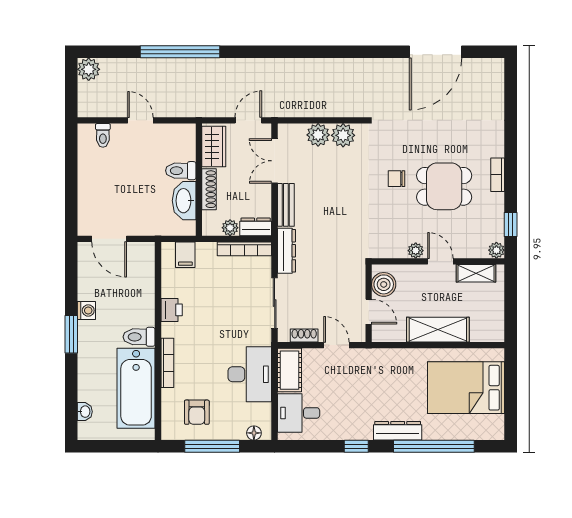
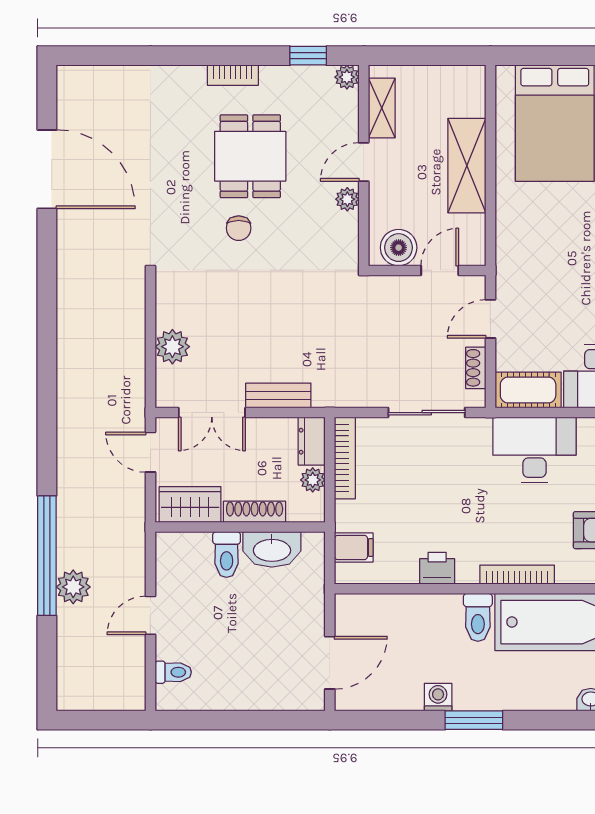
plant: (89, 69) -> (73, 587), moved
plant: (343, 135) -> (173, 309), removed
dresser: (286, 251) -> (348, 395), removed

